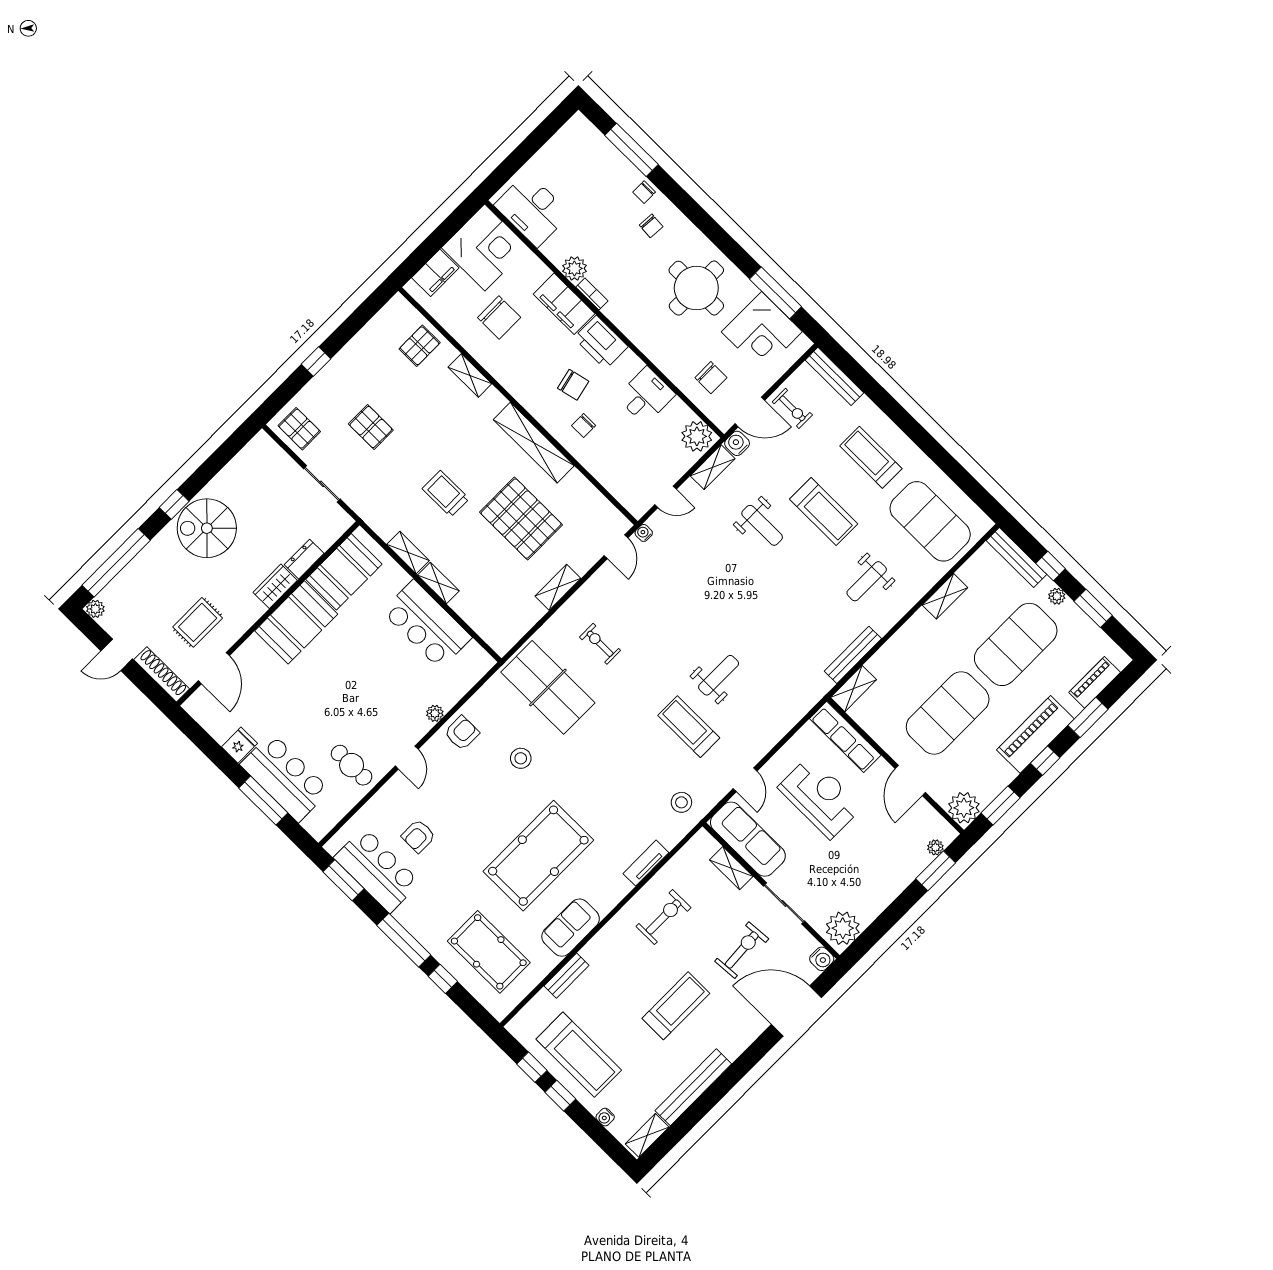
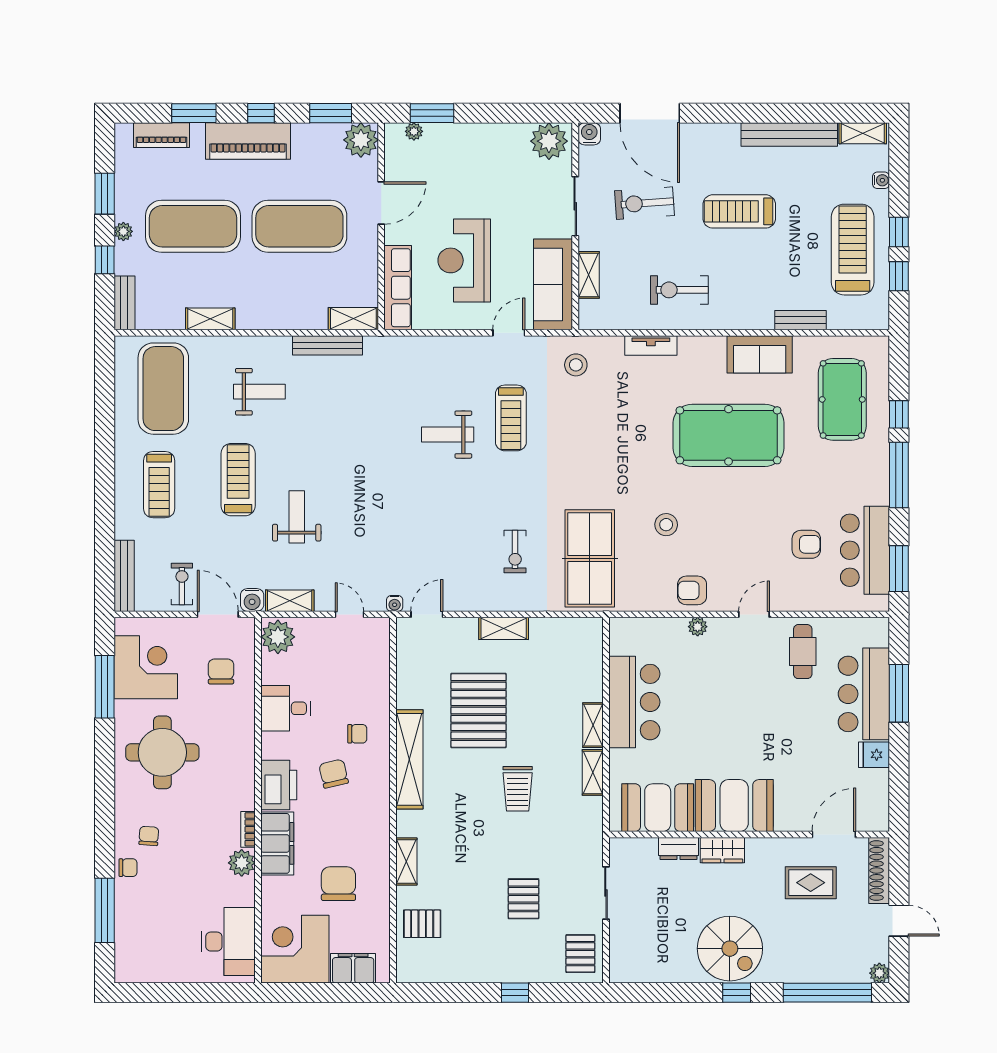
bench: (1016, 558) -> (124, 303), width x0.73

